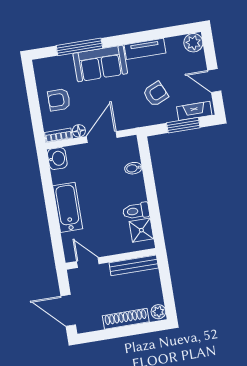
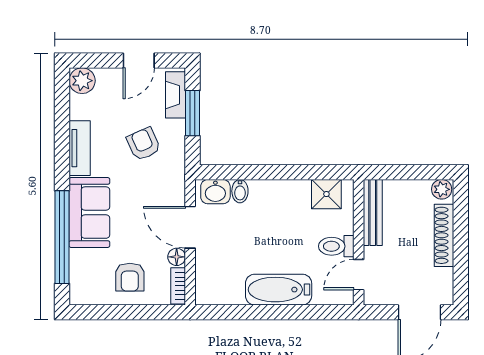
window: (79, 47) -> (62, 237), width x1.46
washbasin: (57, 159) -> (215, 192), moved, turned 180
toilet: (136, 211) -> (336, 246), moved, turned 90

